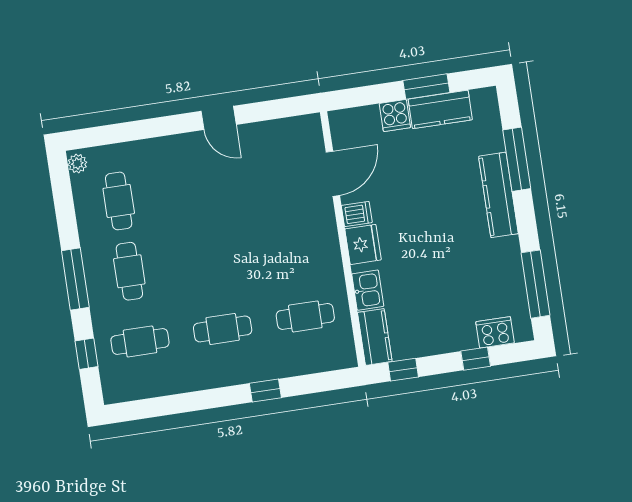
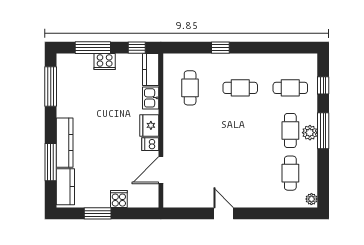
kitchen counter: (440, 109) -> (65, 187), moved, turned 90
plant: (97, 273) -> (310, 133), added
cafe table: (305, 316) -> (190, 88), turned 90
cooker: (495, 332) -> (105, 61), moved
window: (476, 359) -> (93, 48), width x2.17

